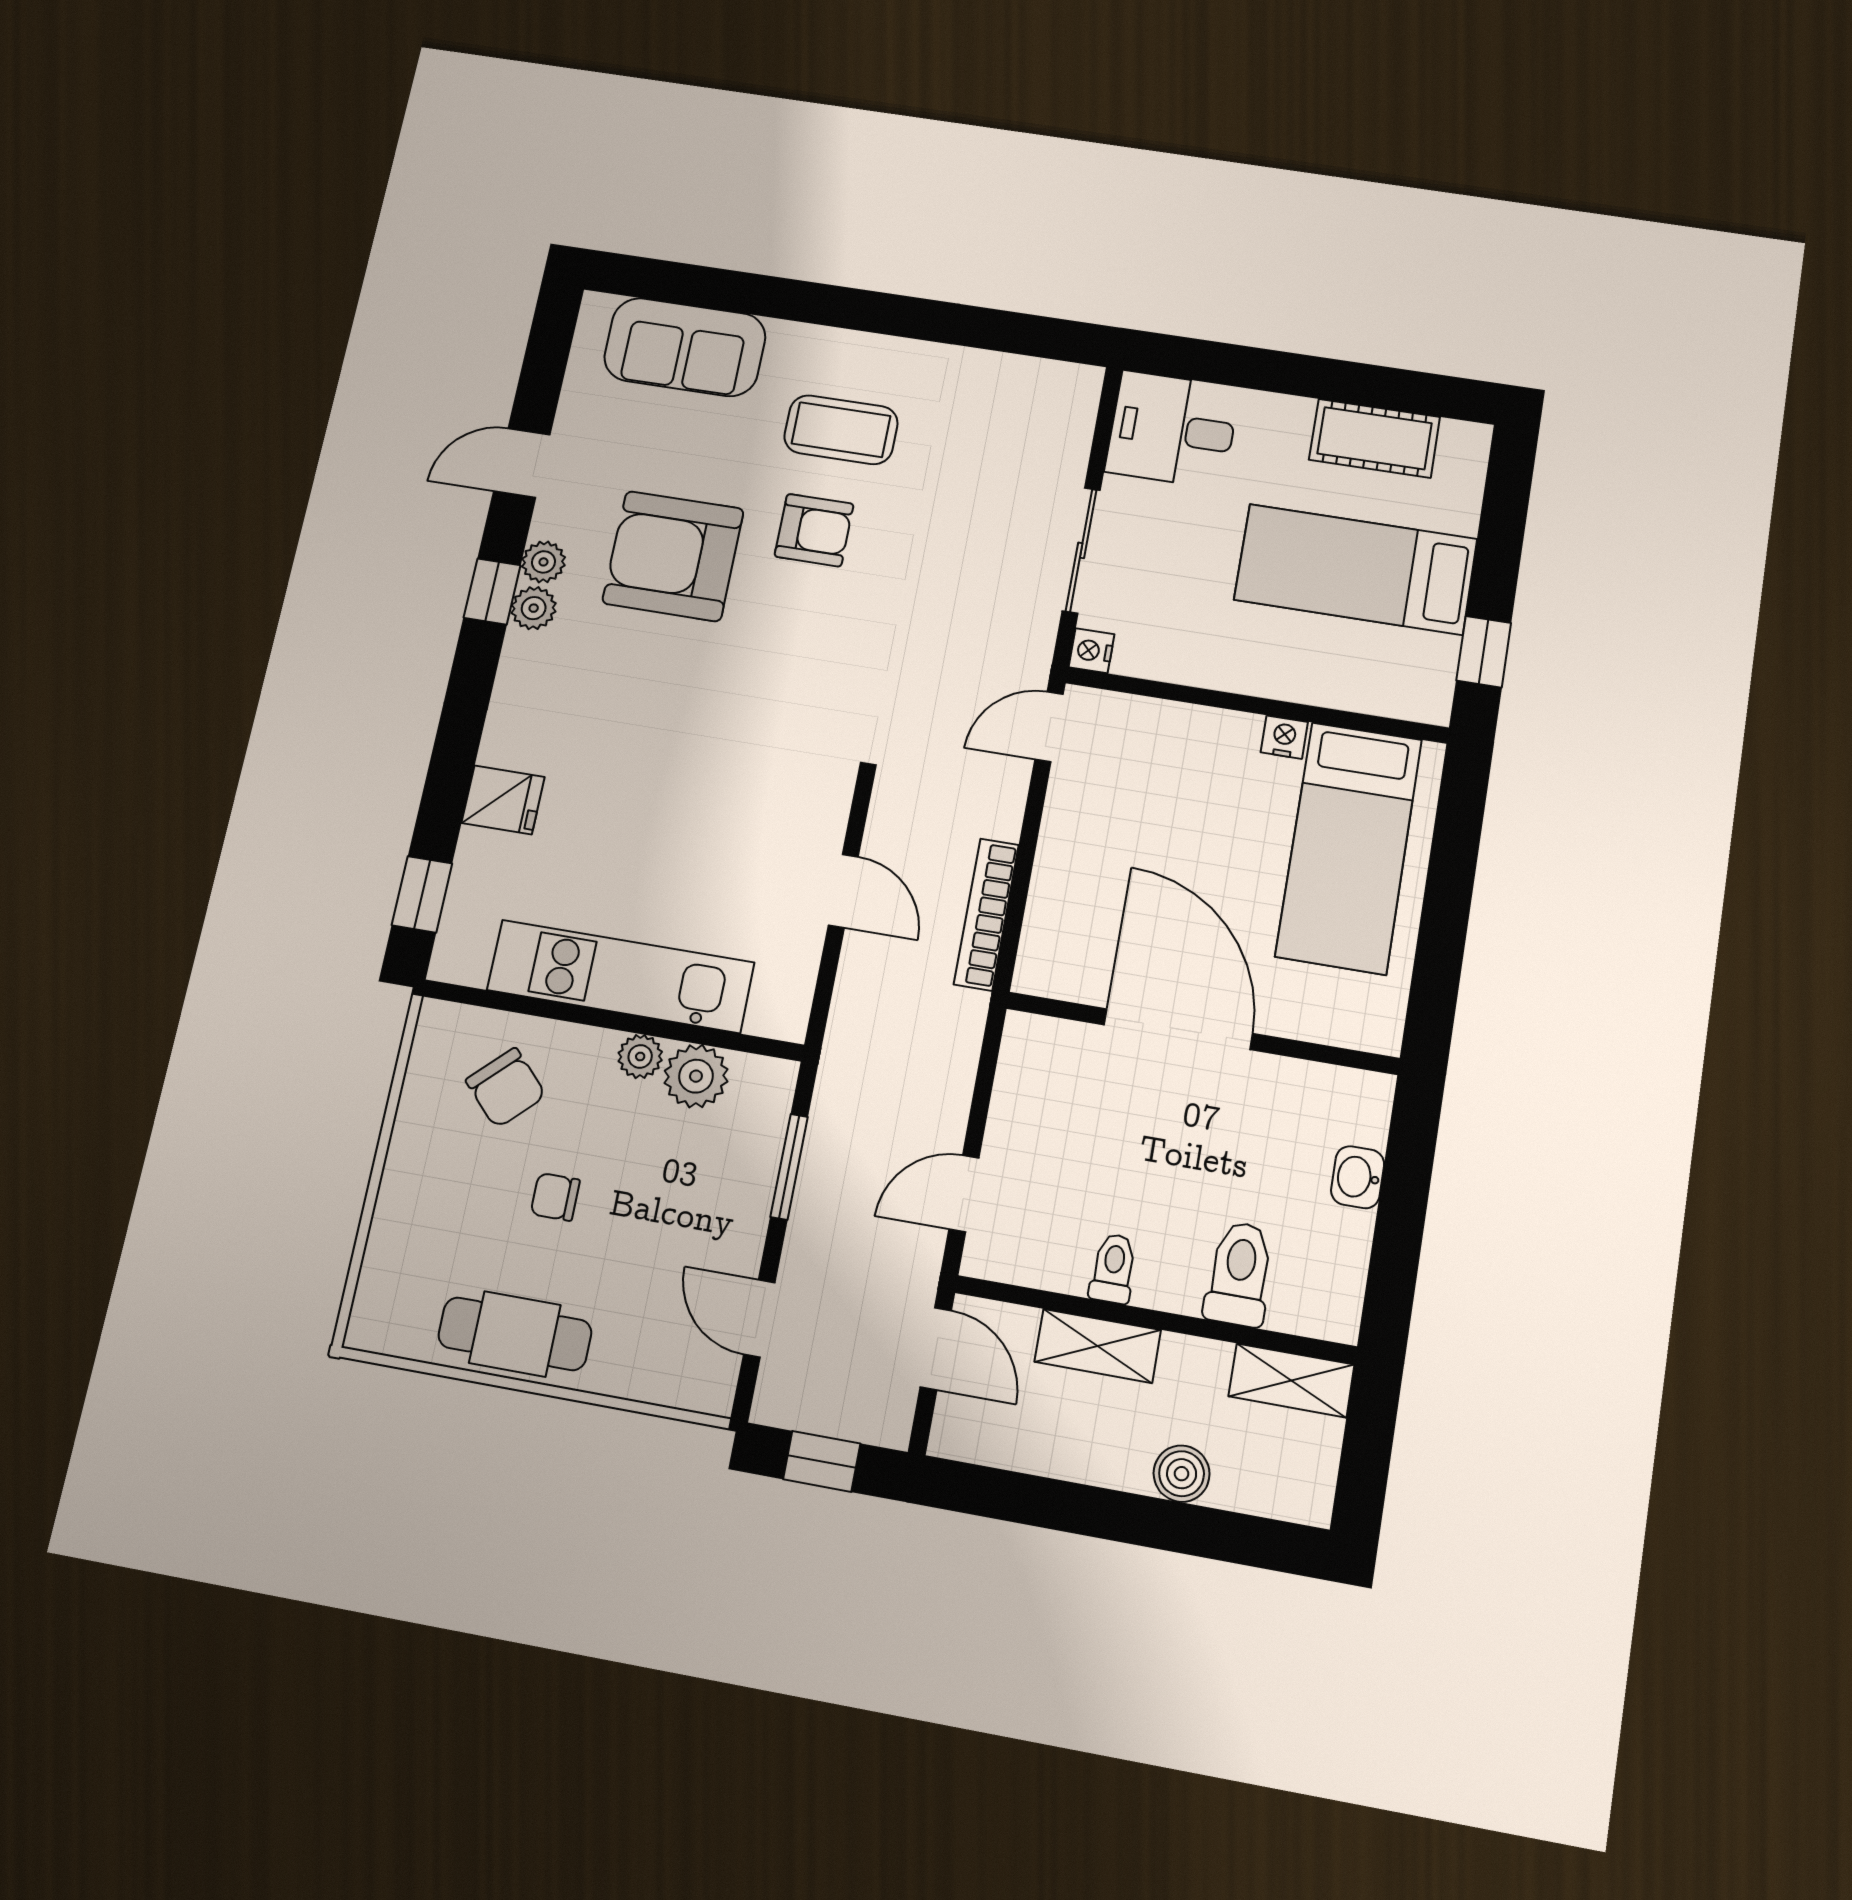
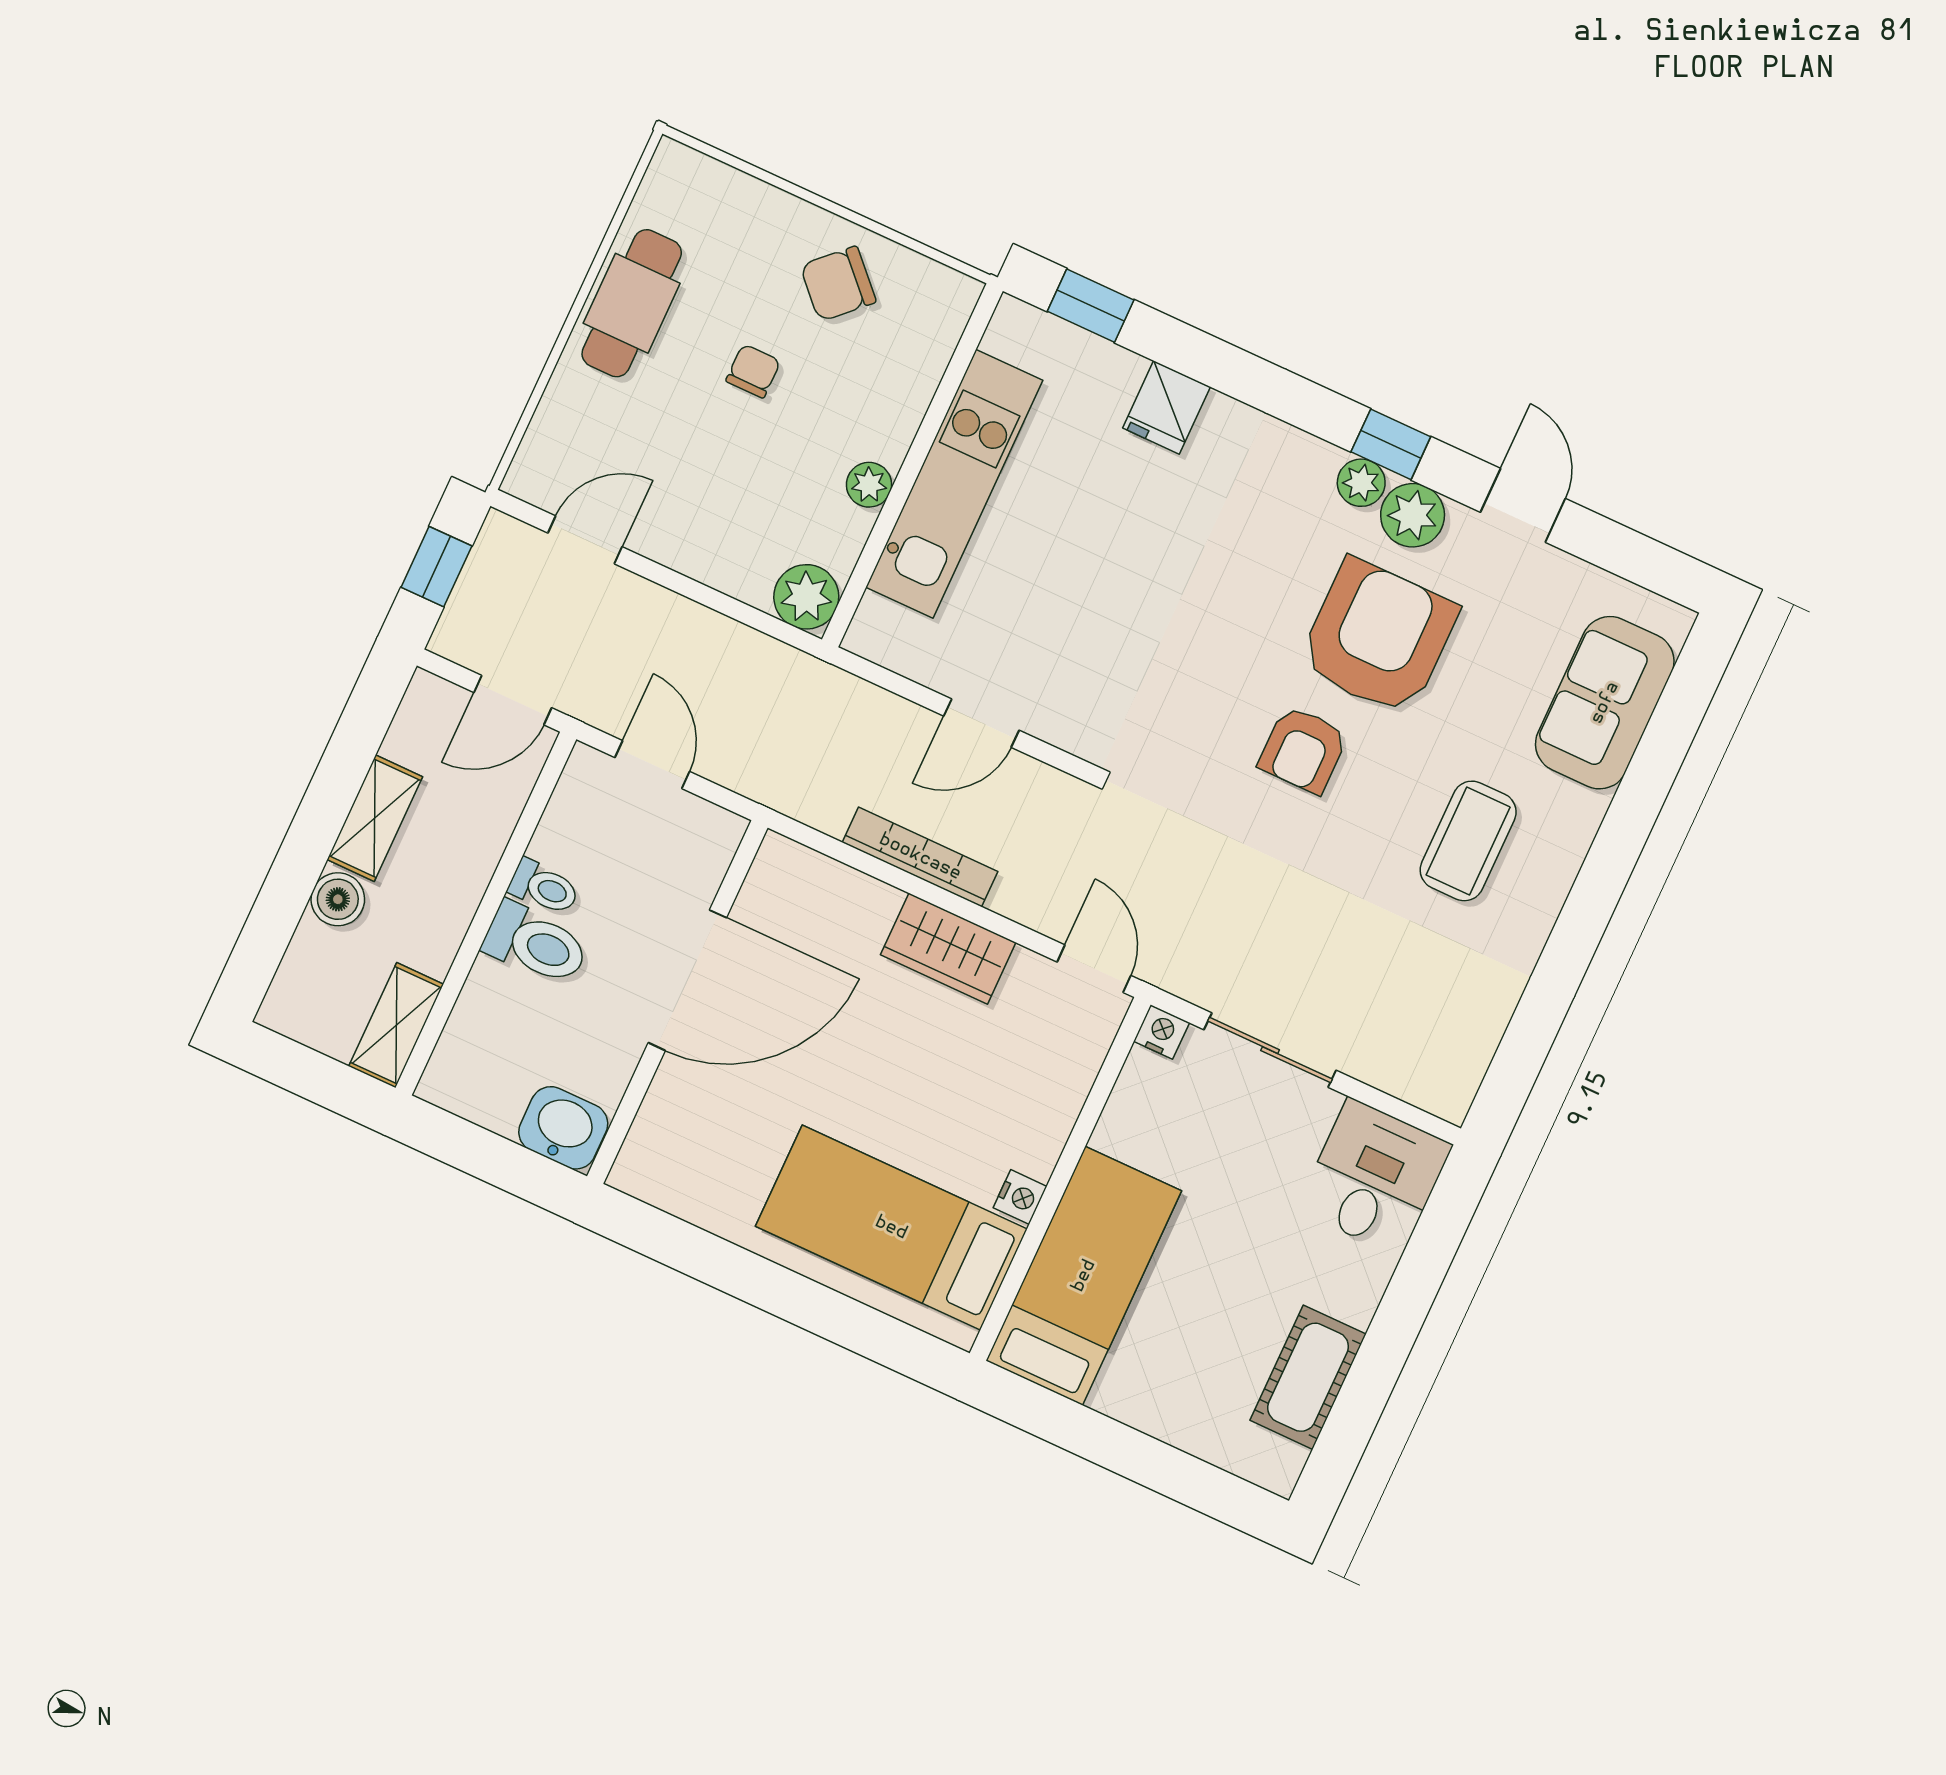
armchair: (814, 530) -> (1303, 750), moved
plant: (543, 562) -> (1413, 515), width x1.38, depth x1.38
bed: (1356, 569) -> (1084, 1276), moved
window: (1484, 652) -> (1054, 1418), removed
wardrobe: (1067, 865) -> (948, 949), added
door: (1178, 1029) -> (687, 980), moved
wall: (1202, 1033) -> (677, 1002), moved
plant: (696, 1076) -> (806, 597), moved
chair: (506, 1088) -> (838, 284), moved
window: (789, 1167) -> (722, 603), removed
washbasin: (1358, 1177) -> (563, 1128), width x1.38, depth x1.45
toilet: (1239, 1274) -> (536, 944), moved
shelving: (1098, 1346) -> (375, 818), moved

